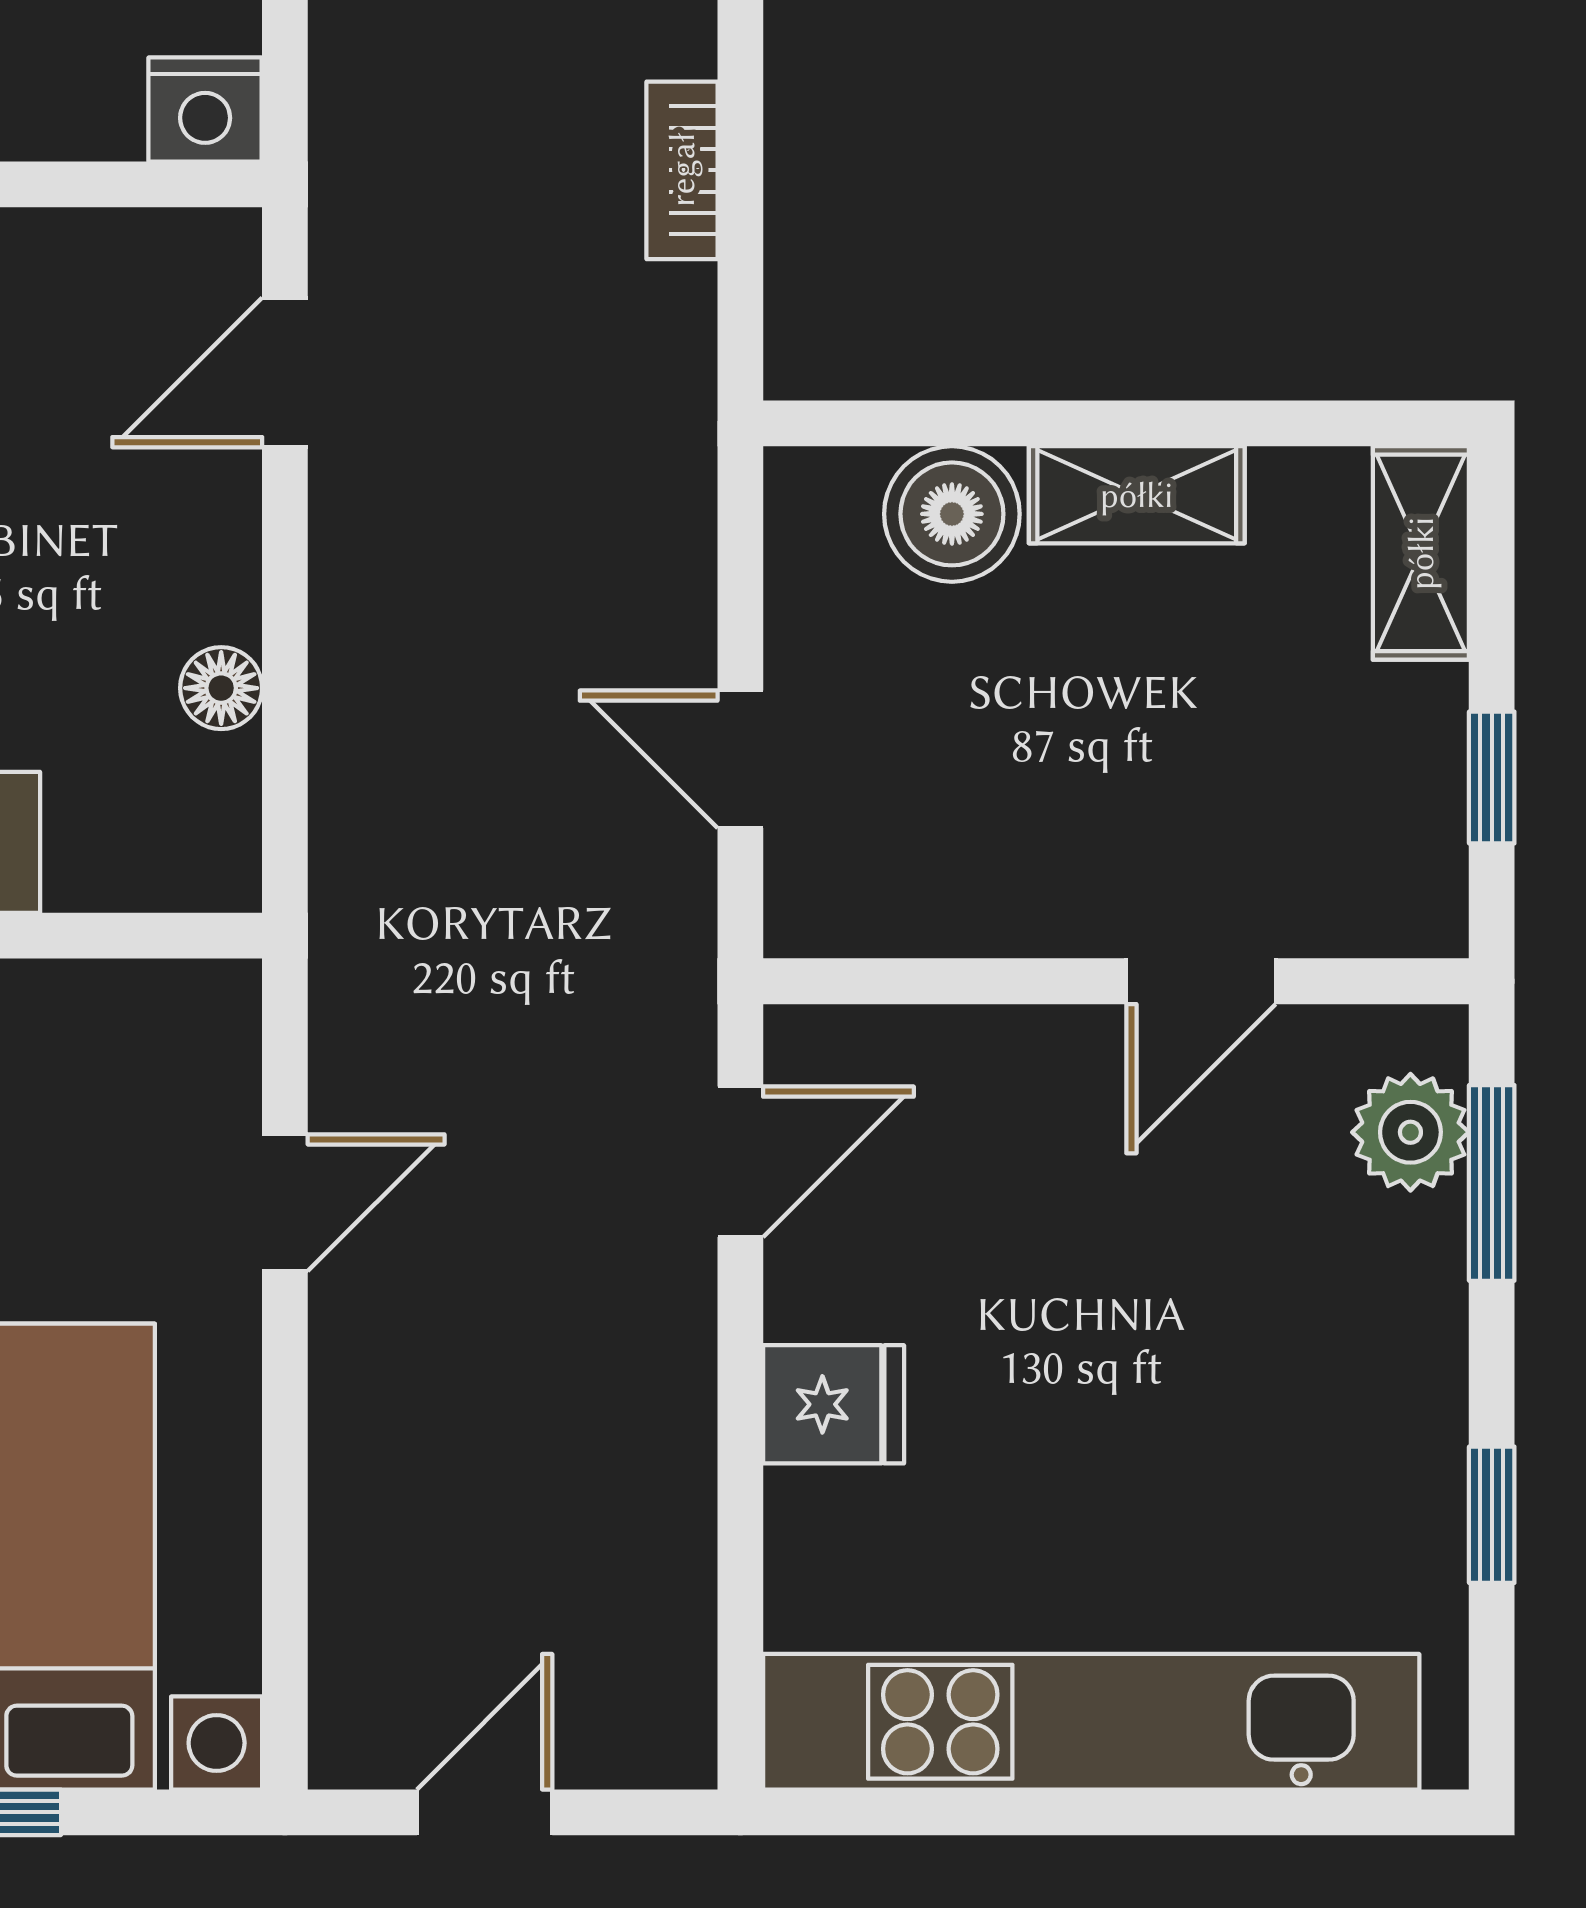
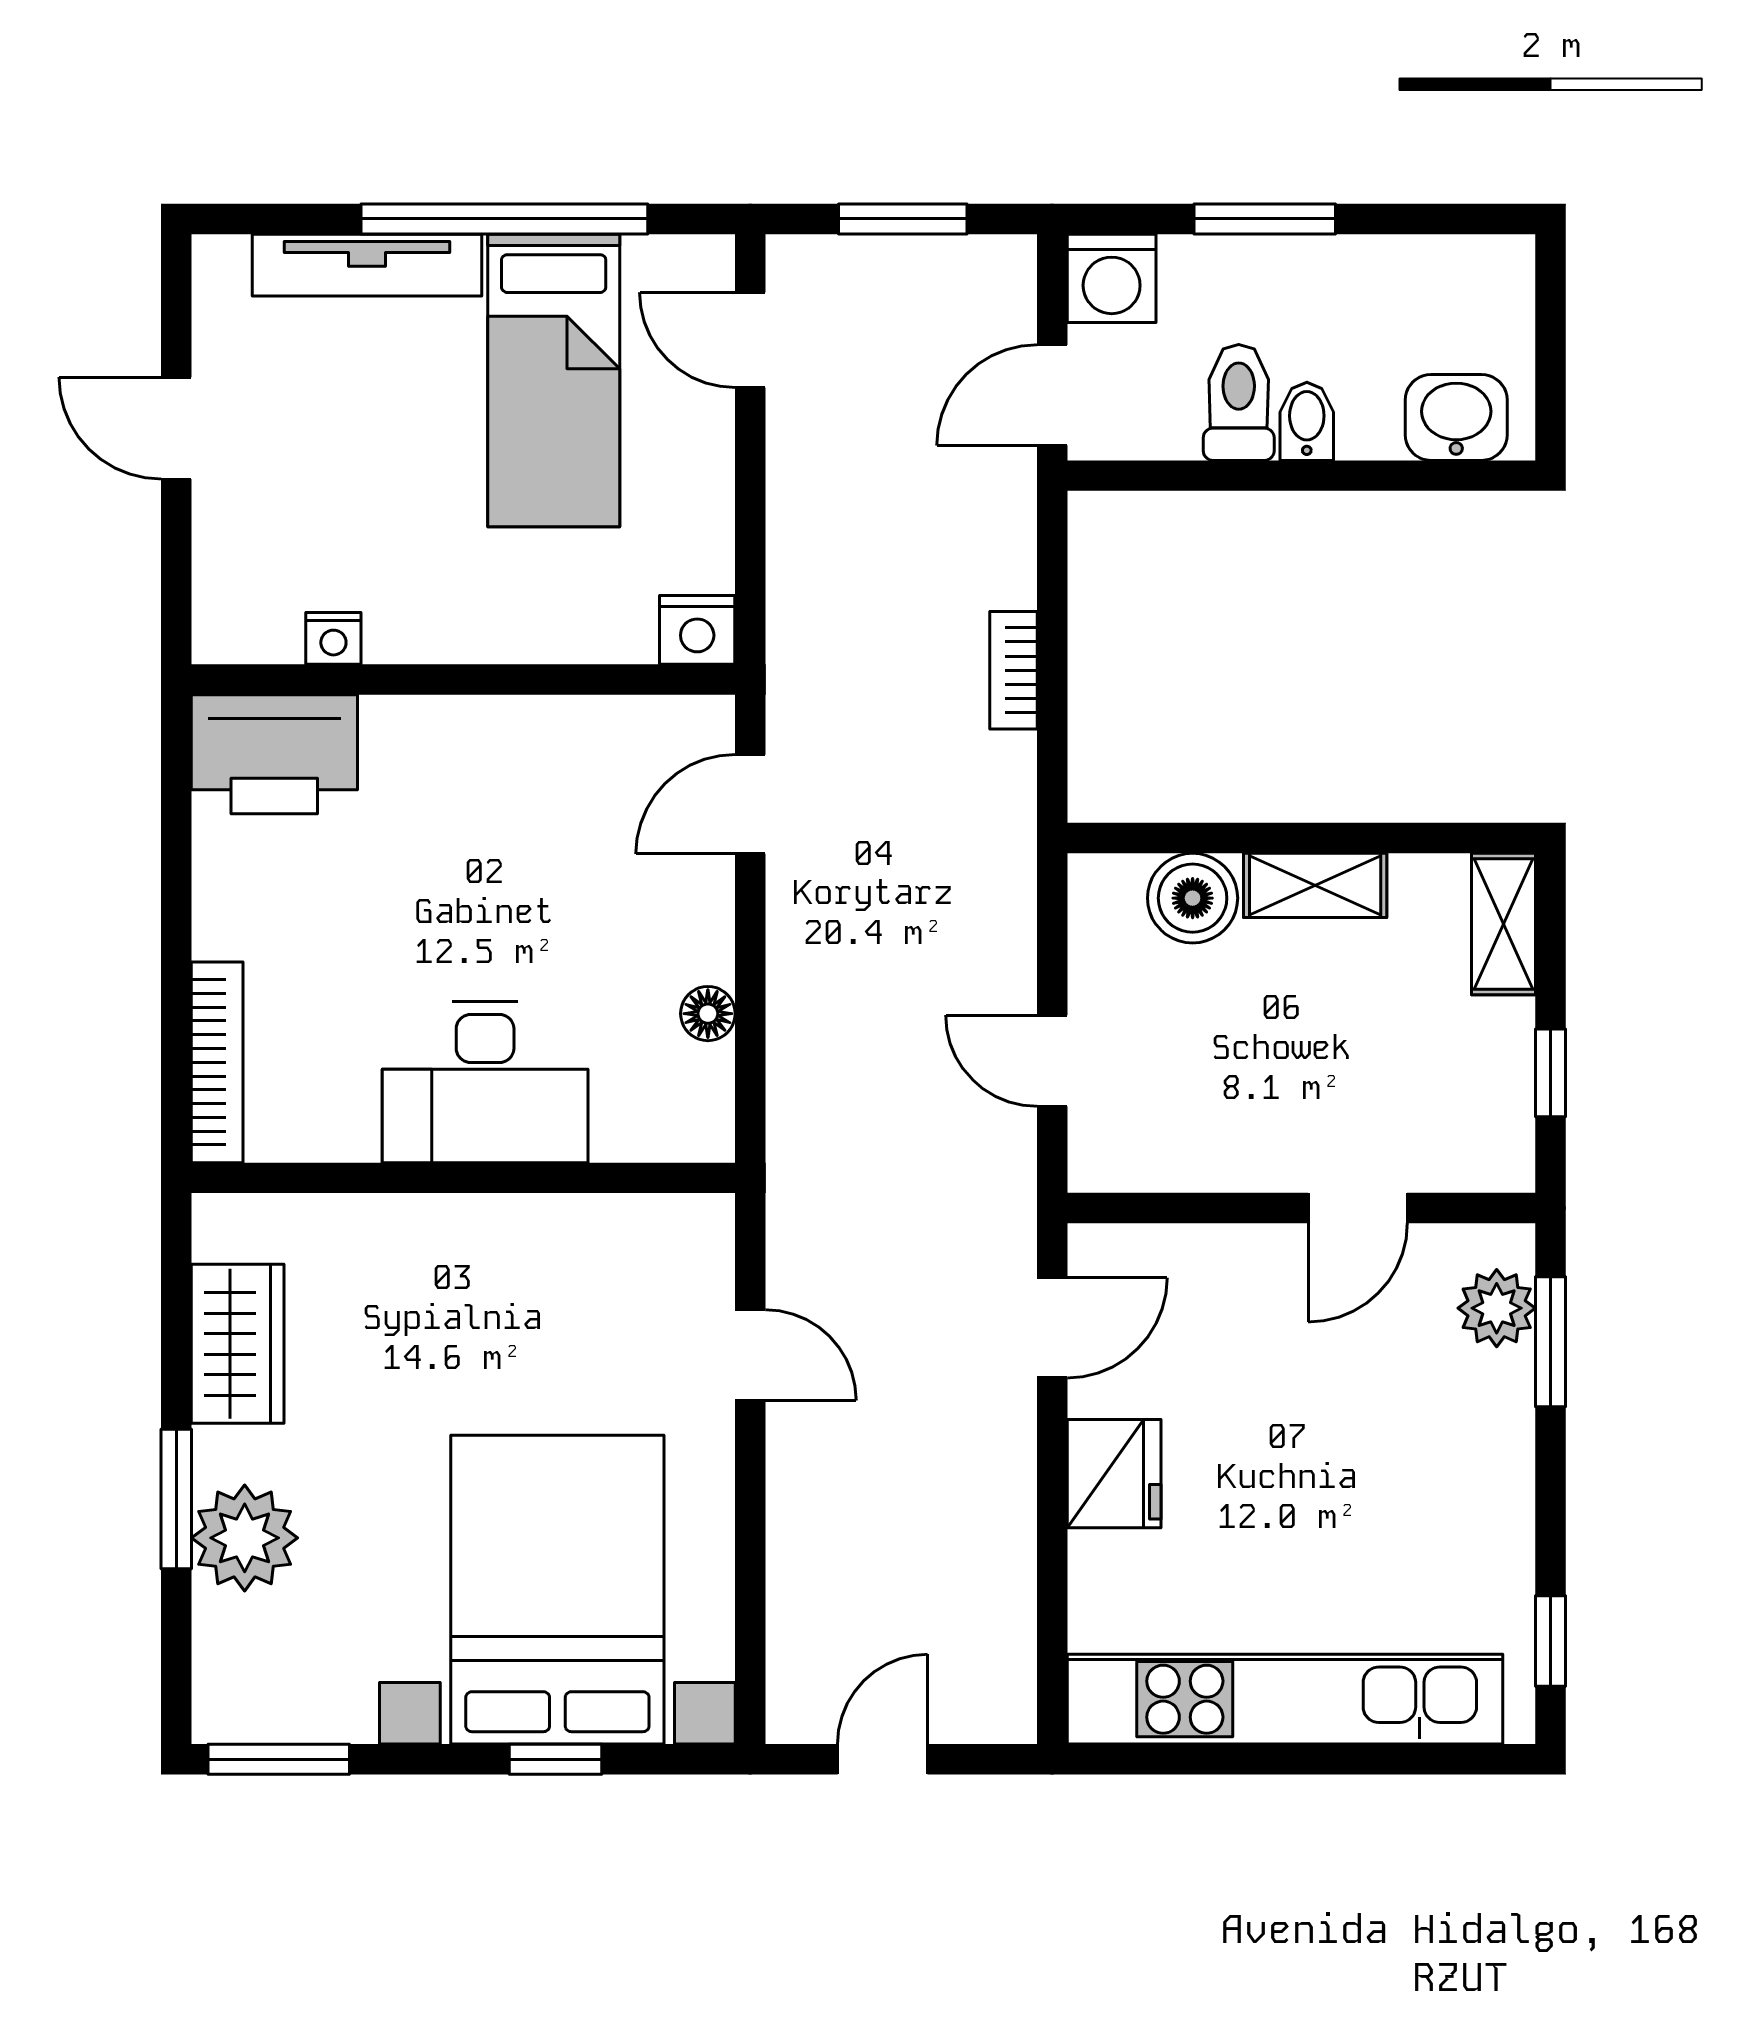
door: (285, 1203) -> (750, 1355), hinge flipped
fridge: (834, 1404) -> (1114, 1474), width x1.38
window: (1492, 1515) -> (1551, 1641), moved

